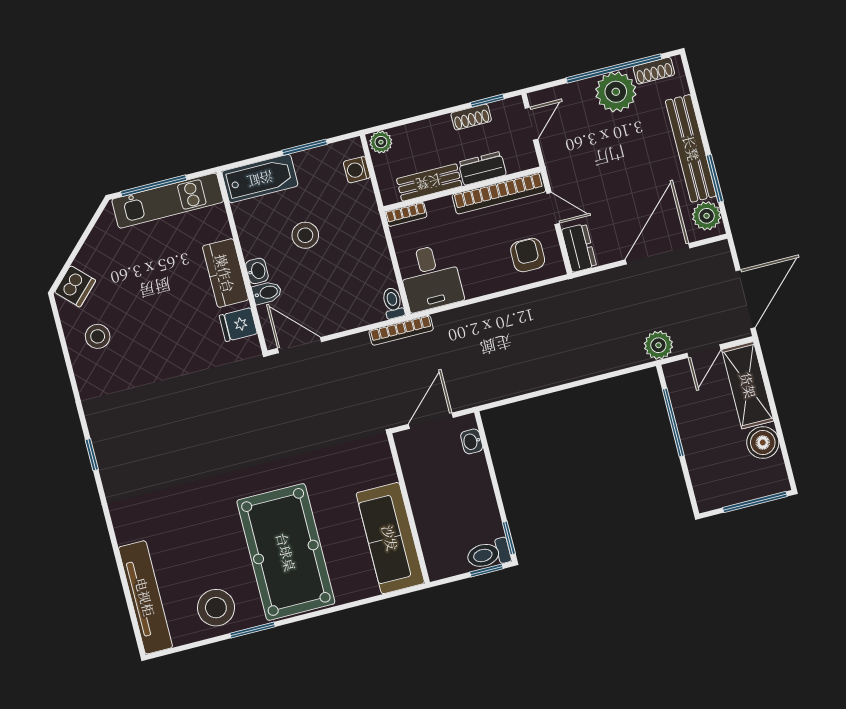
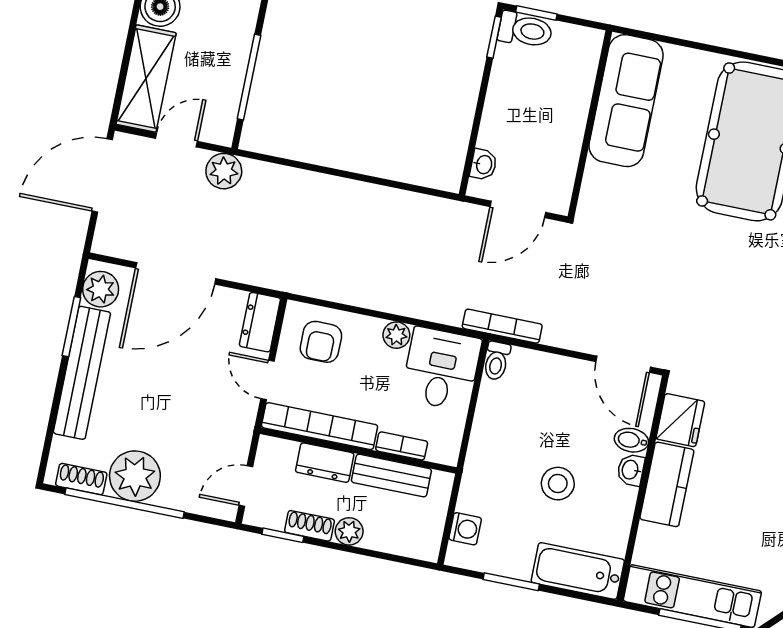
plant: (381, 142) -> (349, 531), moved
bookcase: (406, 214) -> (402, 446), moved
plant: (475, 287) -> (396, 335), added
fridge: (238, 325) -> (680, 420), width x1.38

